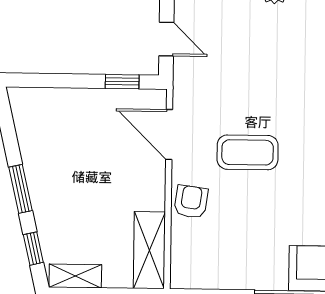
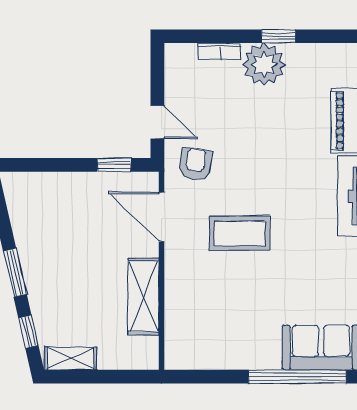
armchair: (191, 202) -> (195, 164), moved
shelving: (149, 250) -> (143, 297), moved

